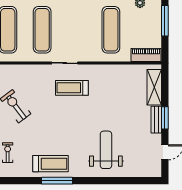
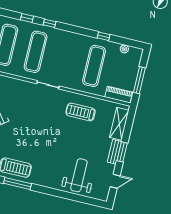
window: (165, 21) -> (139, 80), moved
treadmill: (72, 88) -> (81, 112), moved
weight bench: (106, 150) -> (79, 175), moved

